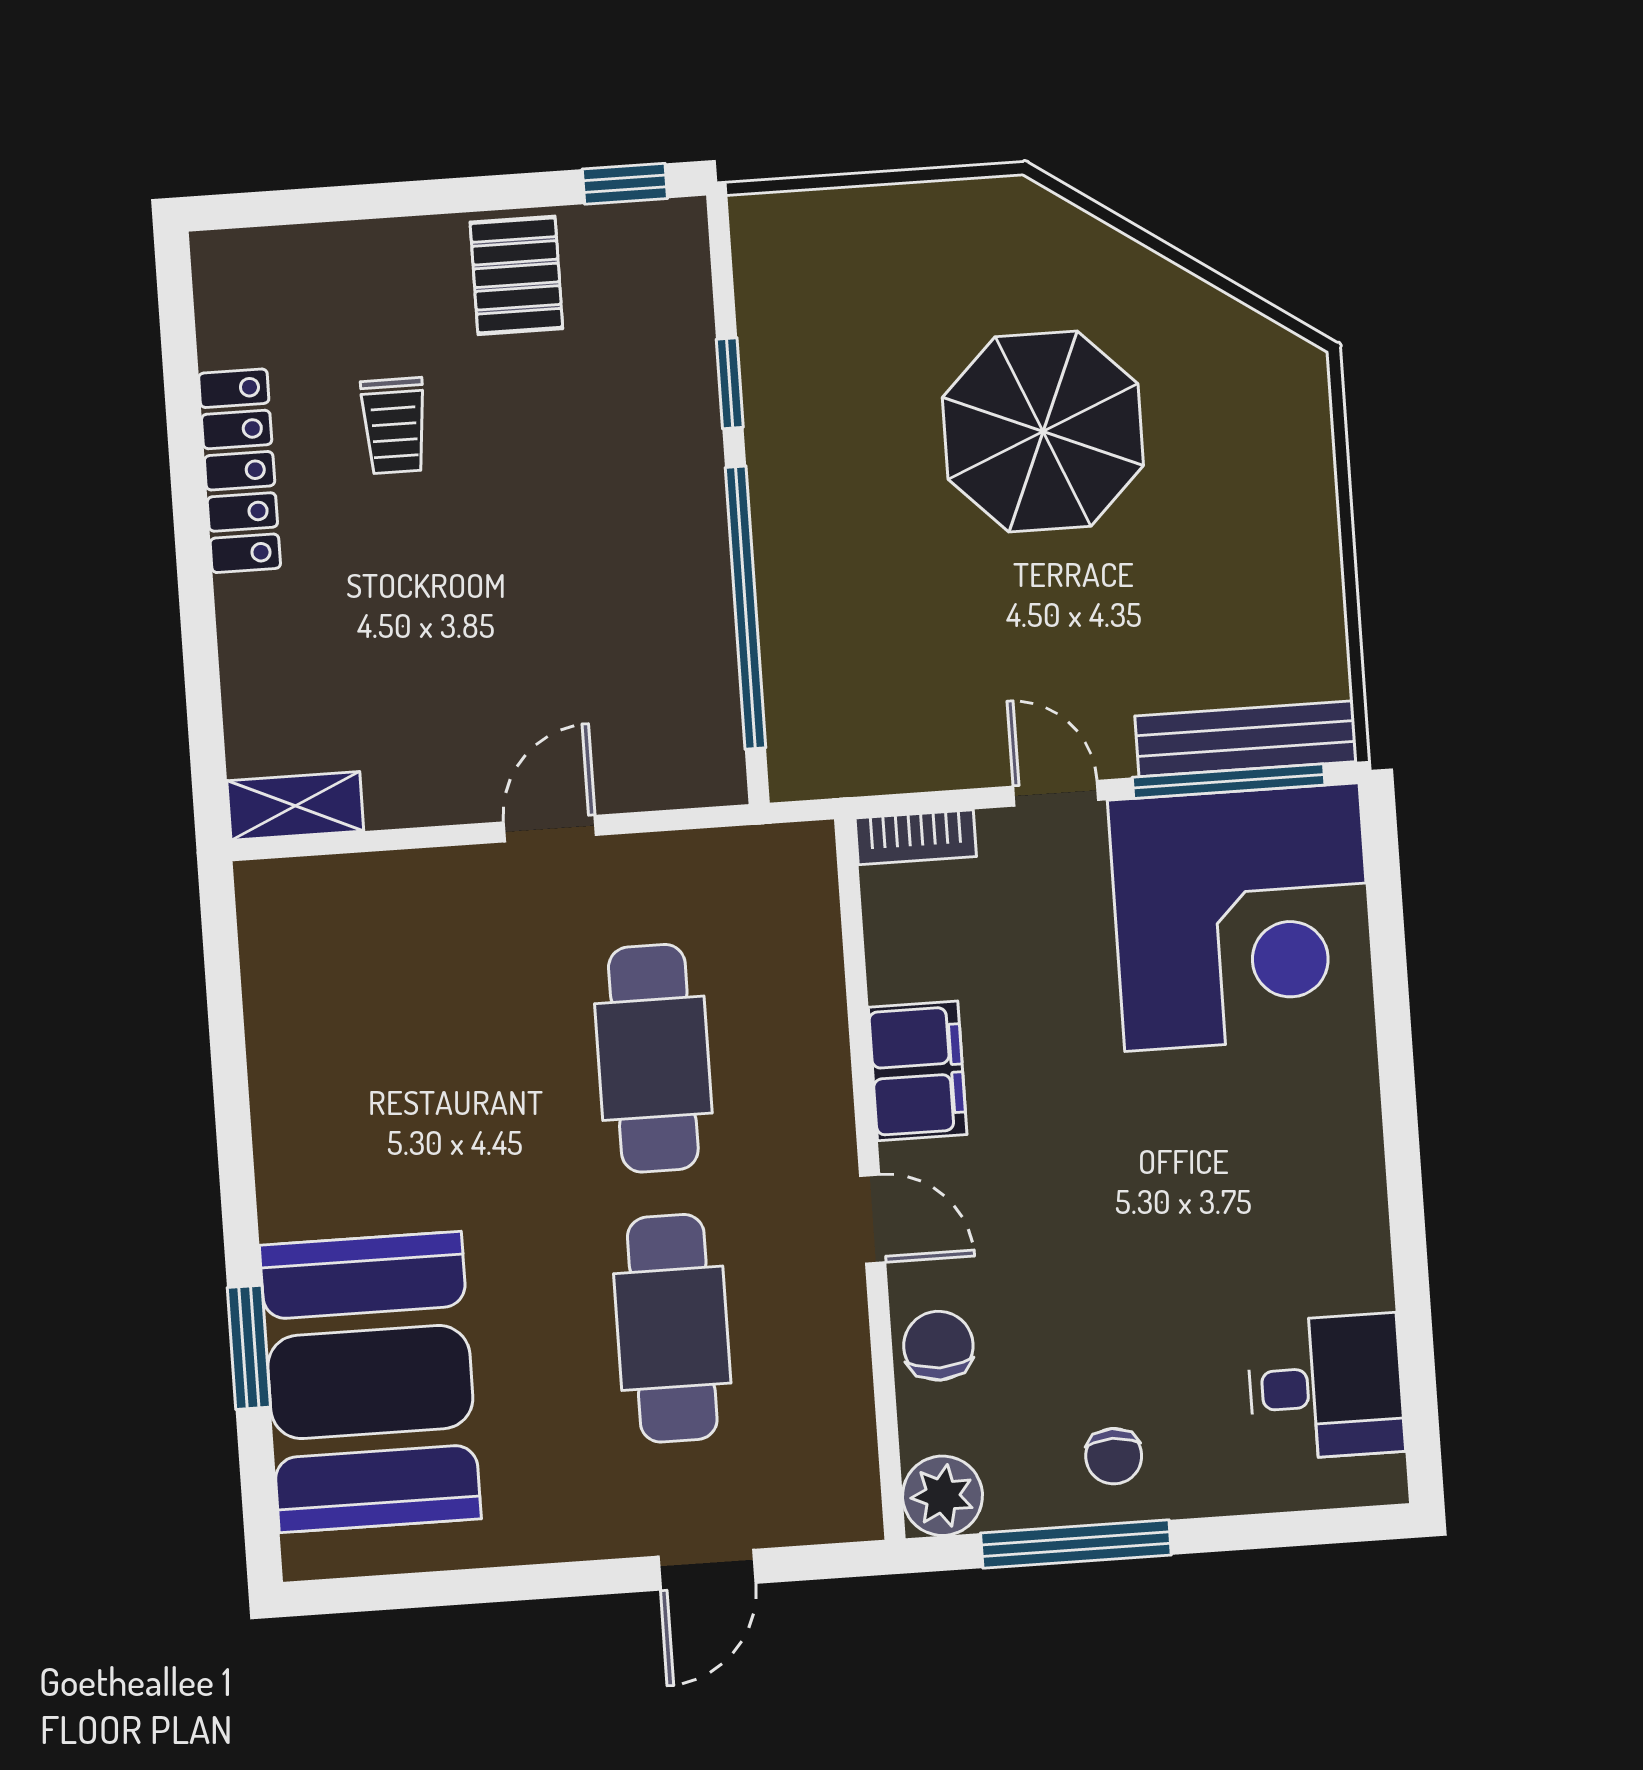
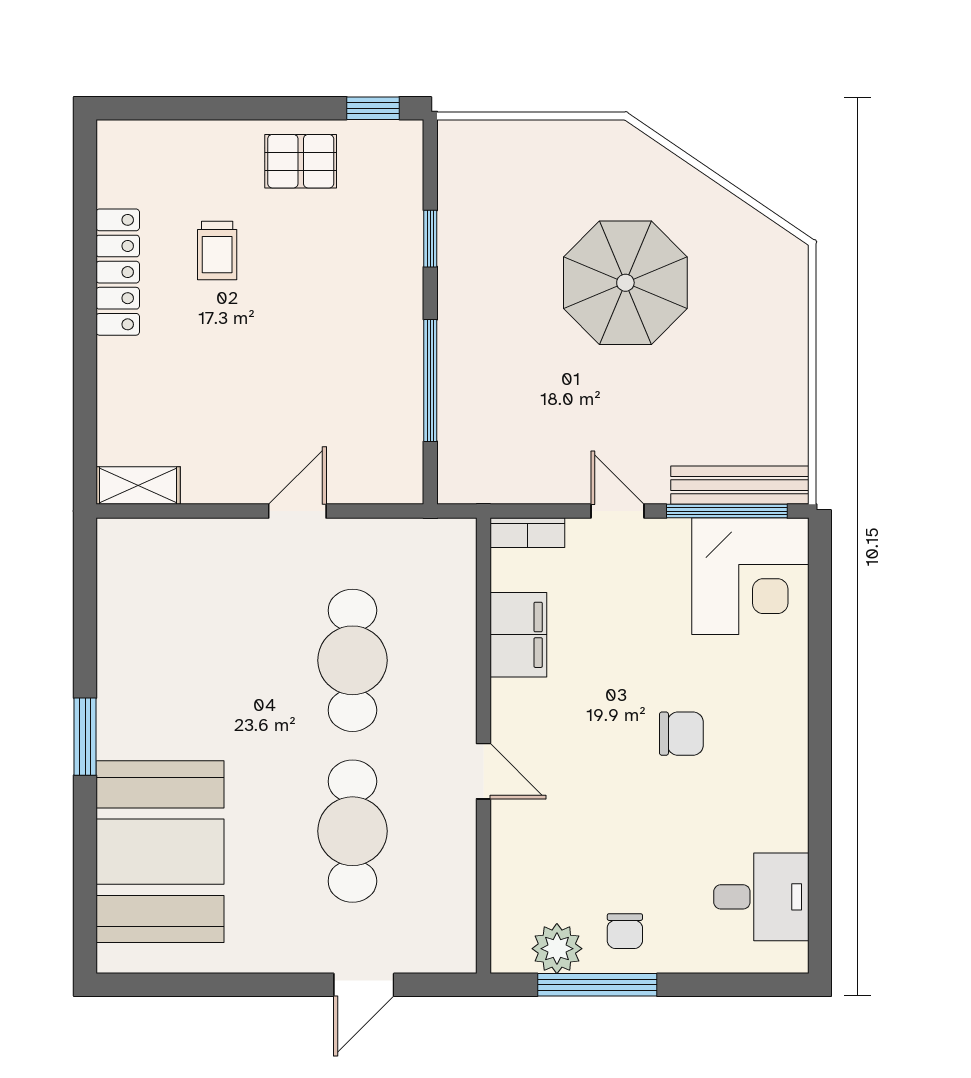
pallet: (516, 275) -> (301, 161), turned 90
window: (746, 608) -> (430, 381), width x0.68
corner desk: (1242, 917) -> (750, 576), width x0.74, depth x0.74
filing cabinet: (918, 1071) -> (518, 635), moved
chair: (938, 1346) -> (681, 734), moved, turned 90
window: (249, 1347) -> (85, 737), moved
plant: (942, 1496) -> (557, 949), moved

